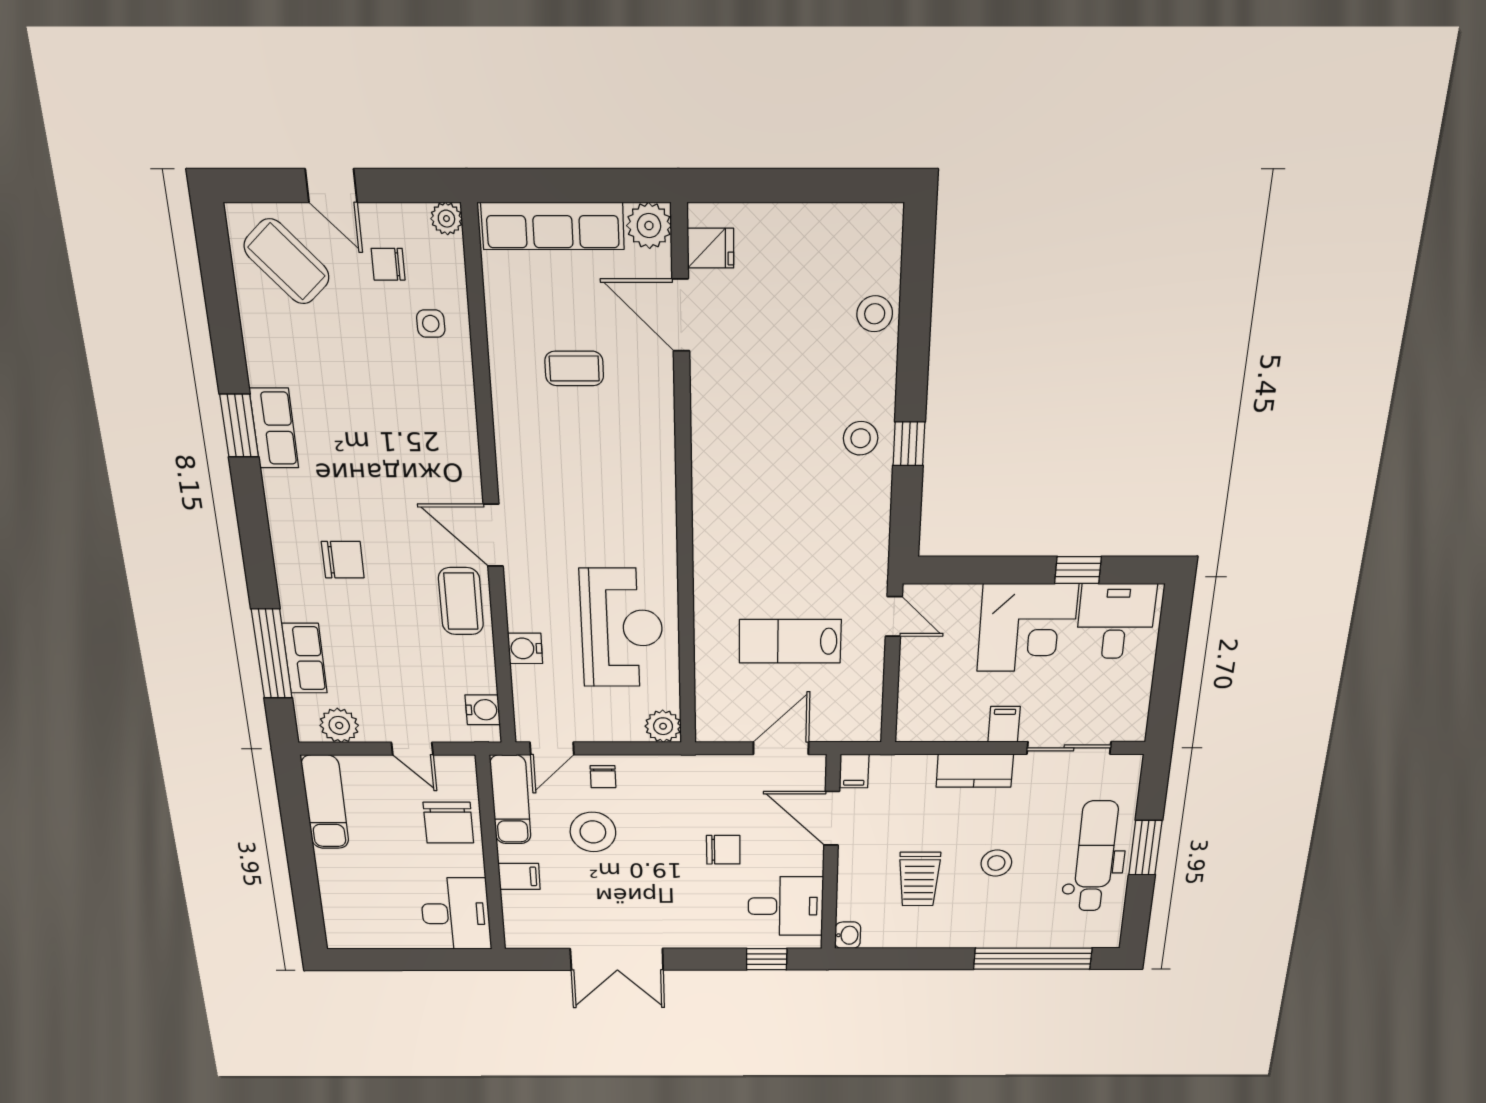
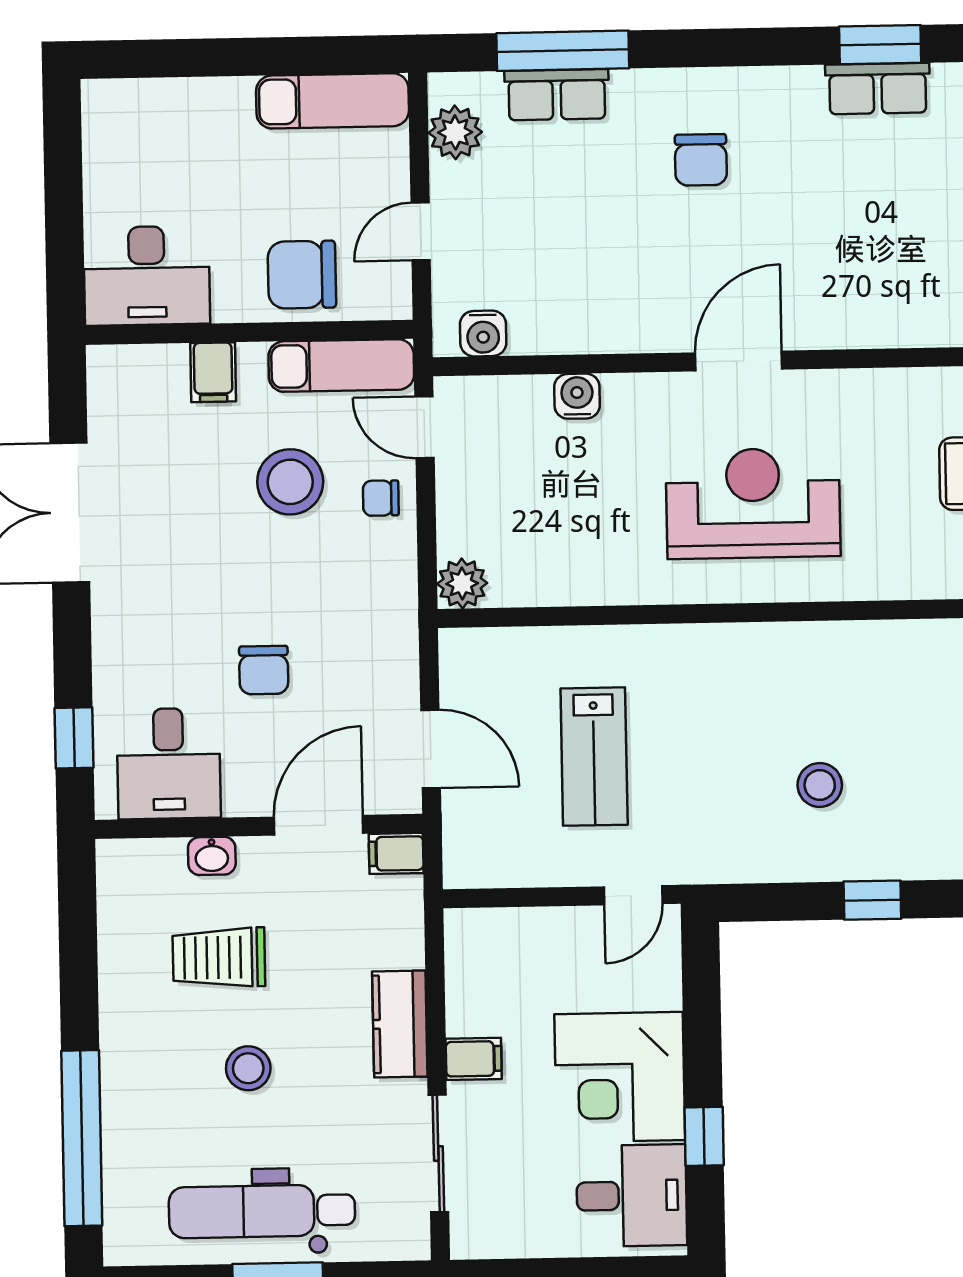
stool: (861, 438) -> (820, 785), moved
coffee table: (461, 601) -> (645, 313), removed
reception desk: (622, 628) -> (753, 503), moved, turned 180
lab bench: (790, 641) -> (594, 757), turned 180
dental chair: (1095, 856) -> (262, 1211), turned 180
washbasin: (848, 935) -> (212, 856), moved

